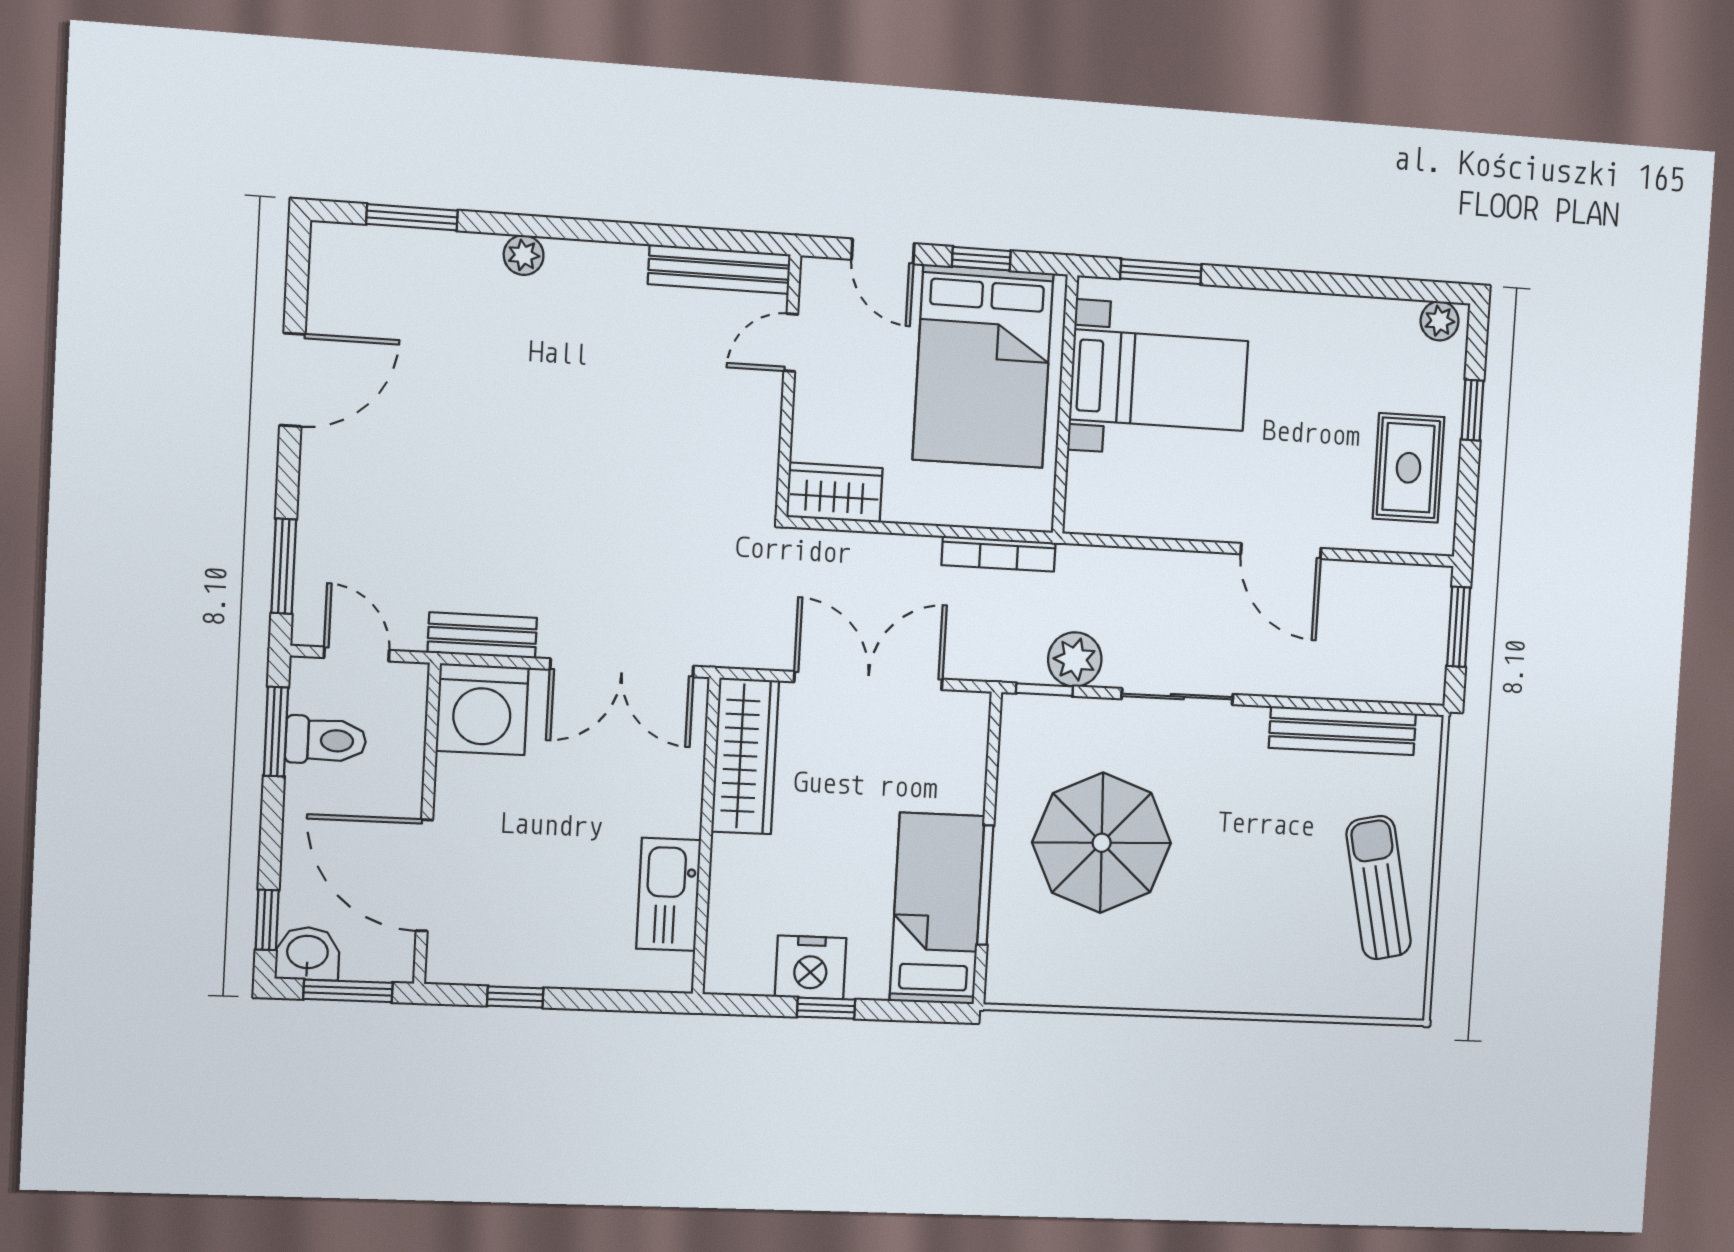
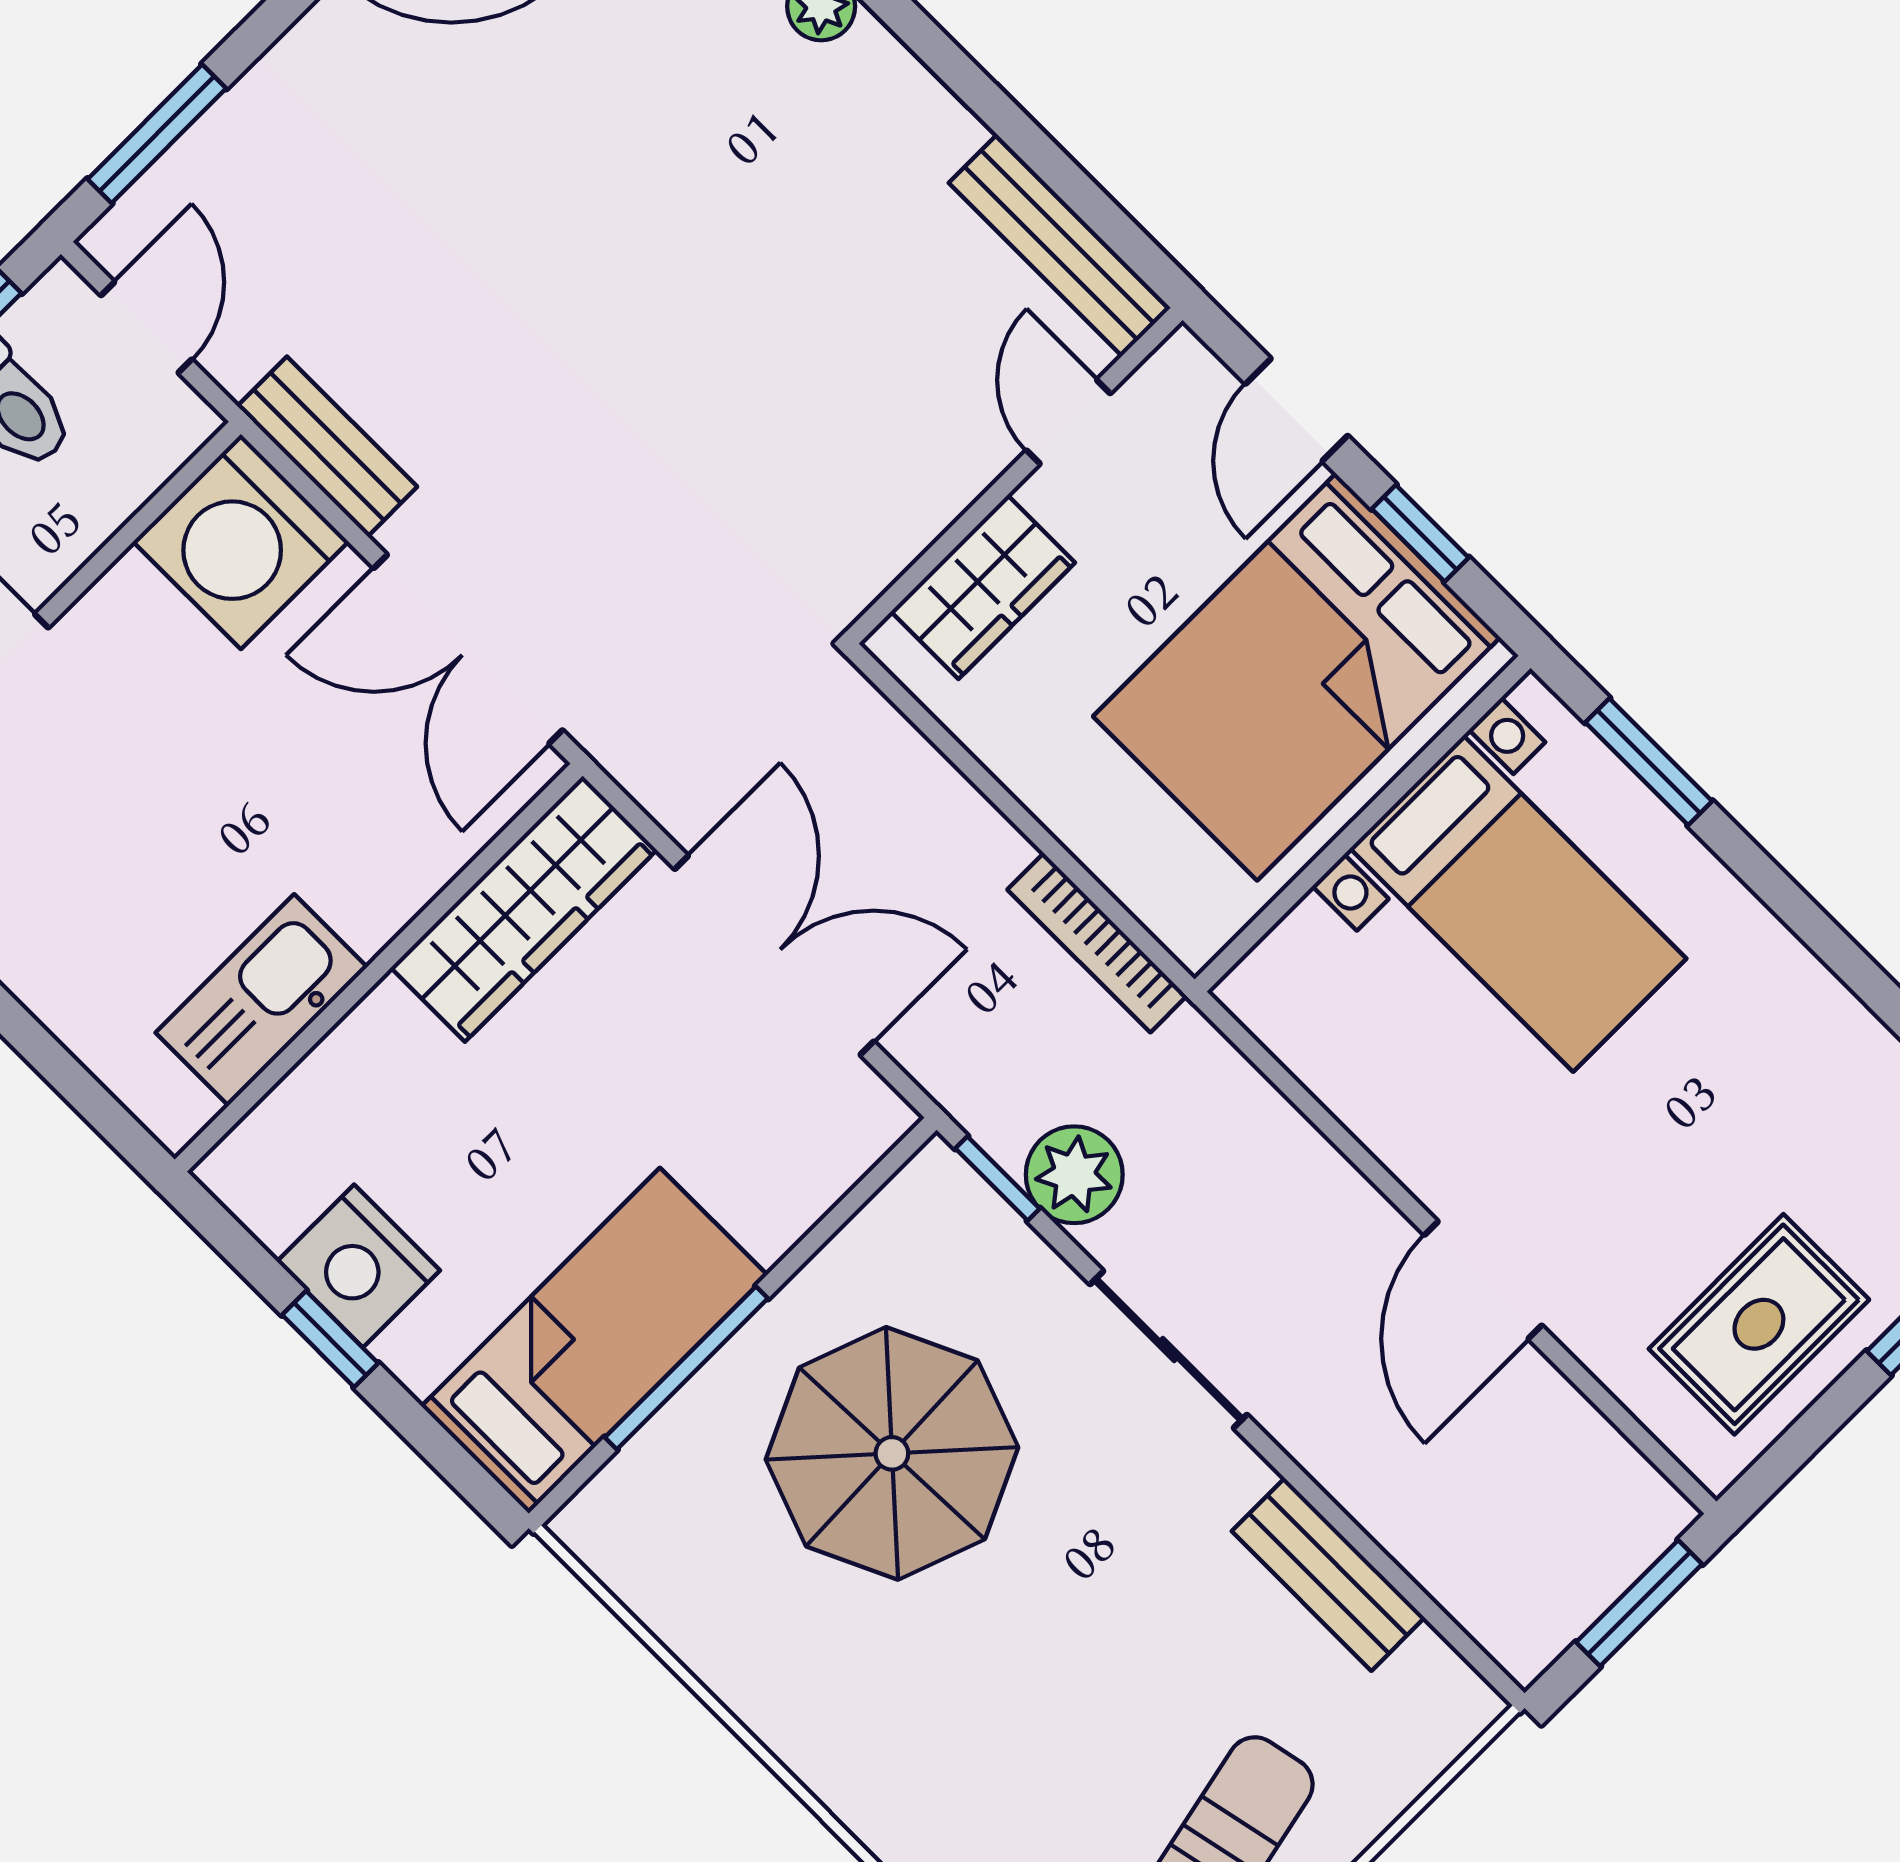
door: (791, 343) -> (1068, 422), hinge flipped
wardrobe: (834, 493) -> (983, 587), moved, turned 90
bench: (1342, 731) -> (1328, 1574), width x0.73

